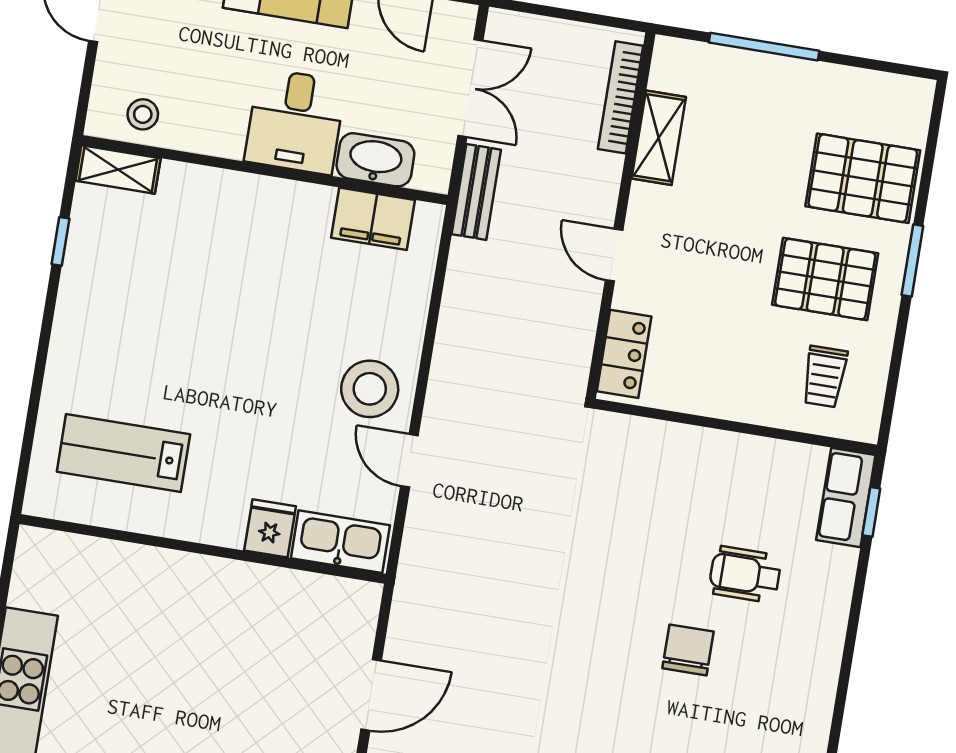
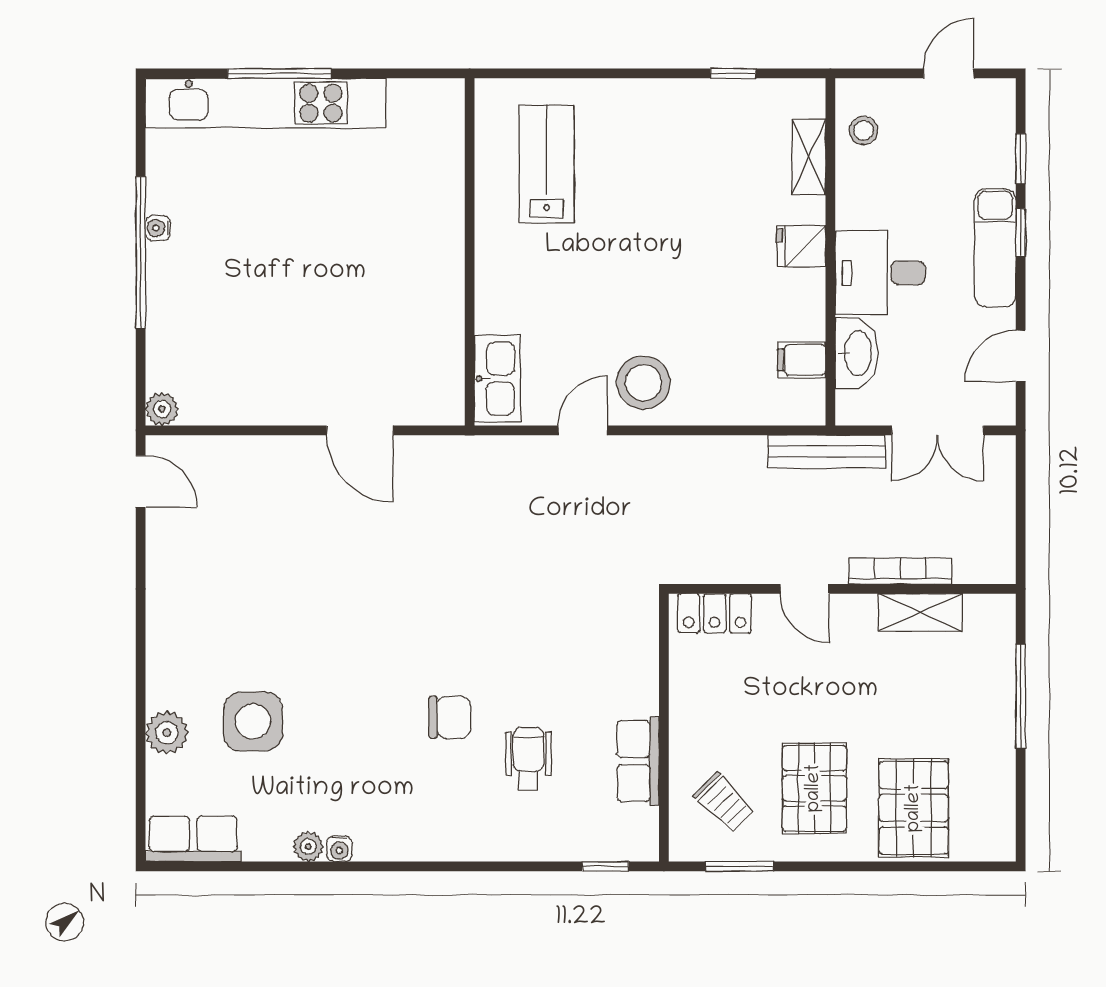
bookcase: (621, 97) -> (900, 571), moved
shelving: (118, 169) -> (809, 157), moved
bench: (476, 192) -> (827, 452), width x1.36
filing cabinet: (373, 219) -> (802, 360), width x0.50
door: (614, 255) -> (805, 589), swing flipped
window: (912, 260) -> (740, 866), moved
trolley: (825, 377) -> (724, 803), turned -135
row of seats: (846, 497) -> (638, 761), moved, turned -90
fridge: (270, 528) -> (801, 246), moved, turned 180

